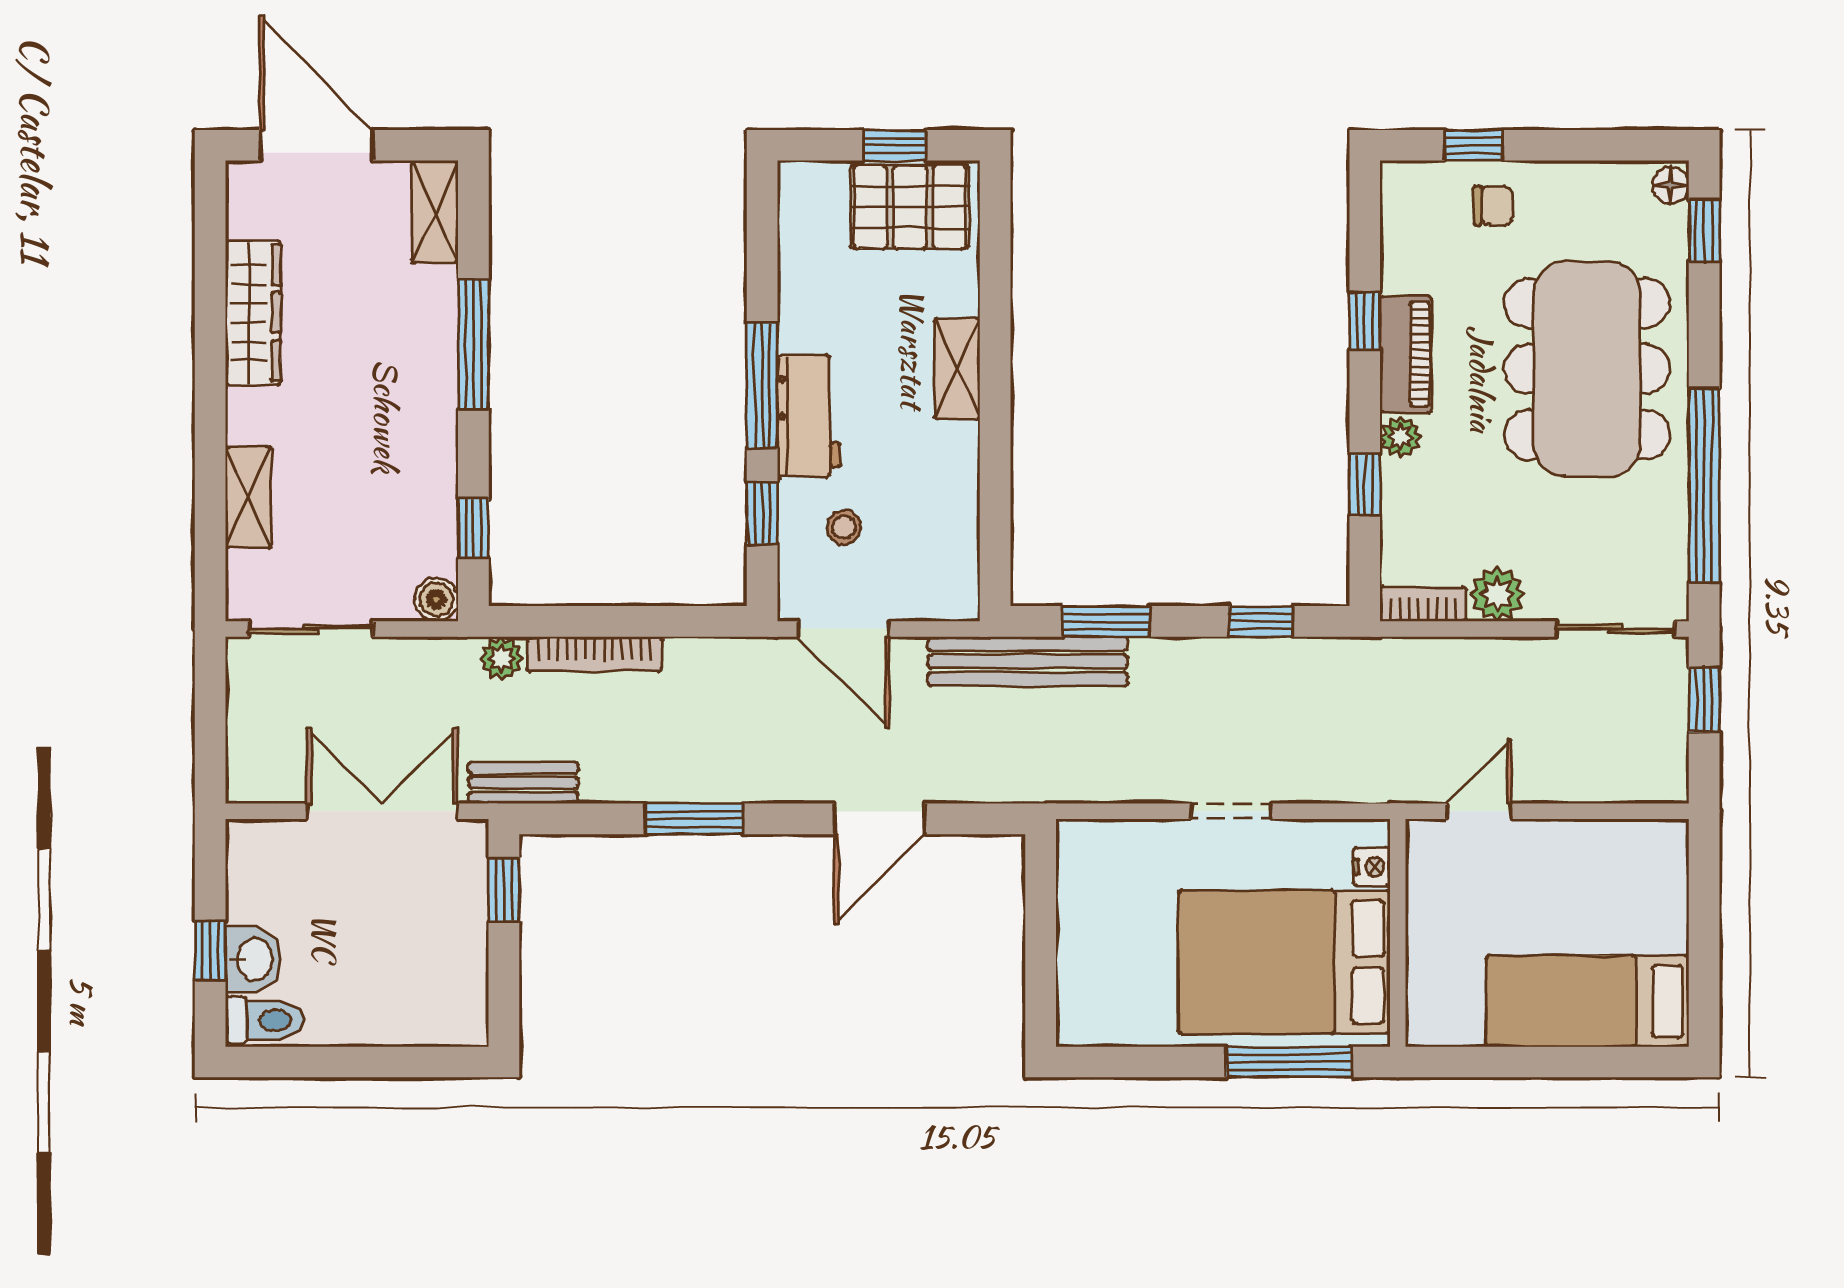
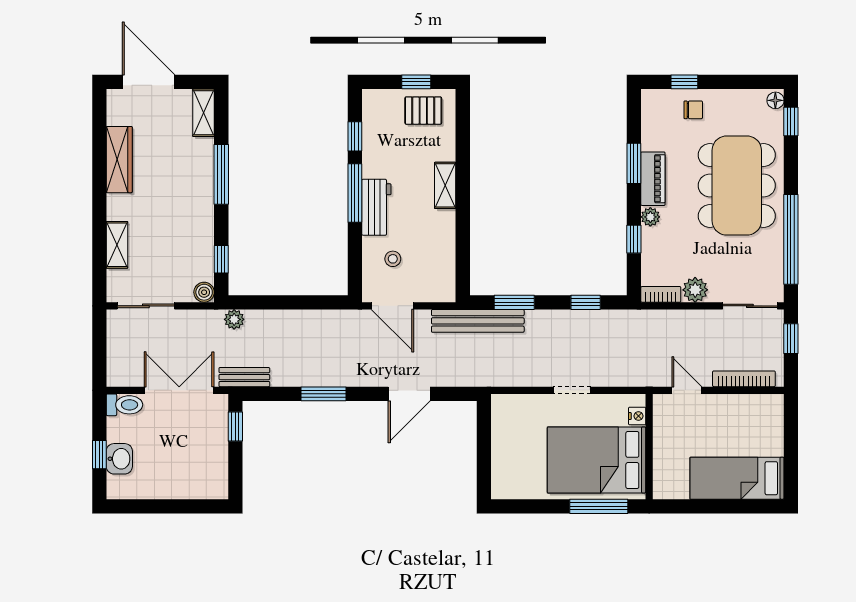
pallet: (910, 207) -> (423, 111), width x0.67, depth x0.71
window: (1365, 321) -> (634, 163), width x1.50
window: (762, 513) -> (355, 136), moved
bookcase: (594, 654) -> (744, 379), moved, turned 180
door: (1479, 811) -> (687, 390), hinge flipped
toilet: (264, 1020) -> (124, 405), moved

